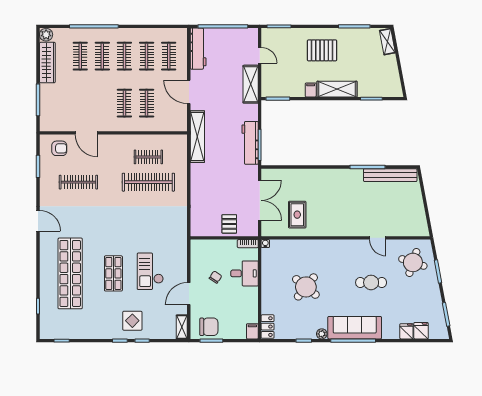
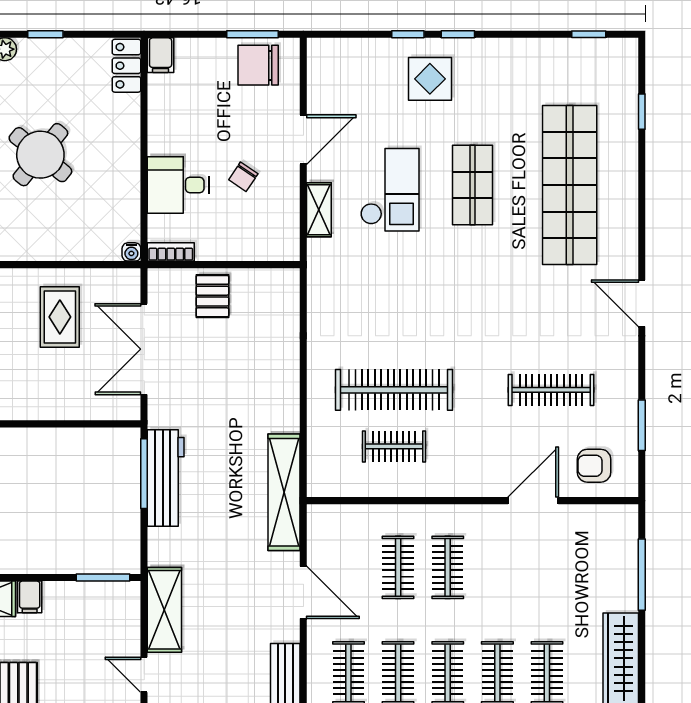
door: (86, 133) -> (533, 501), hinge flipped
shelving: (182, 327) -> (319, 210), moved

